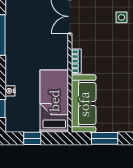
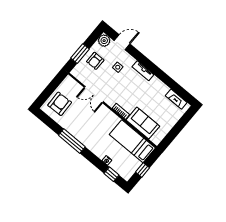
sofa: (84, 104) -> (143, 123), width x0.73
window: (105, 138) -> (175, 131), removed

